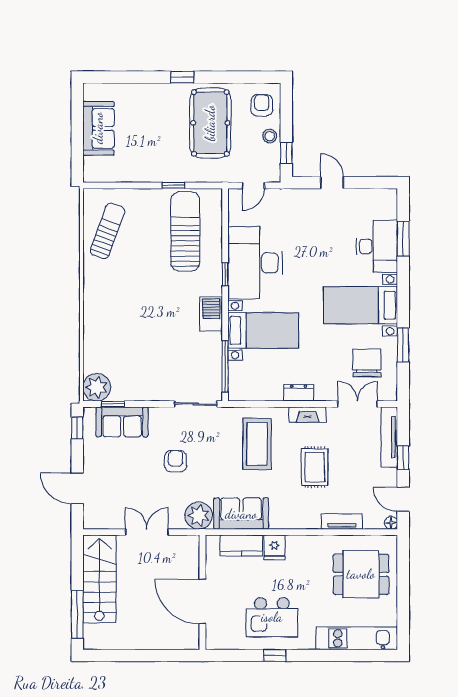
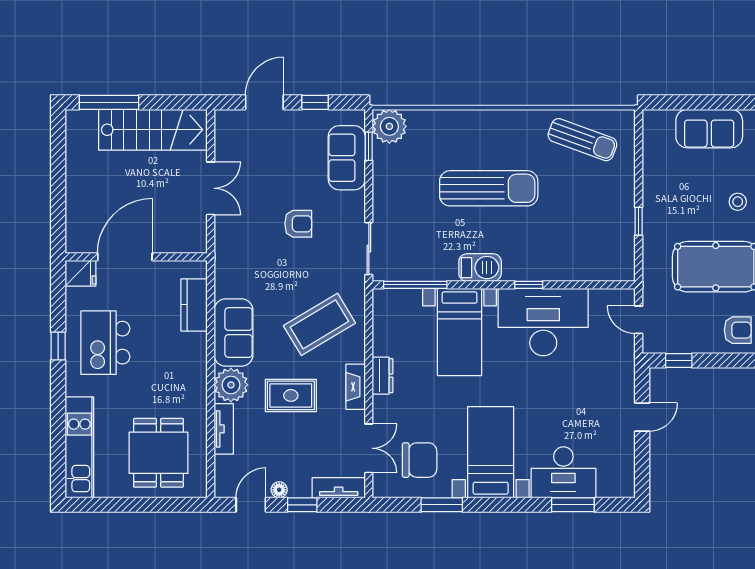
stool: (270, 136) -> (738, 202), moved
sun lounger: (185, 231) -> (489, 188), moved
window: (77, 428) -> (315, 102), moved
tv unit: (389, 437) -> (339, 488), width x0.71
coffee table: (257, 444) -> (319, 324), turned -31
sofa: (241, 514) -> (234, 333), moved
plant: (199, 516) -> (231, 385), moved
floor lamp: (391, 523) -> (279, 490), moved
fridge: (274, 547) -> (80, 273), moved, turned 180

